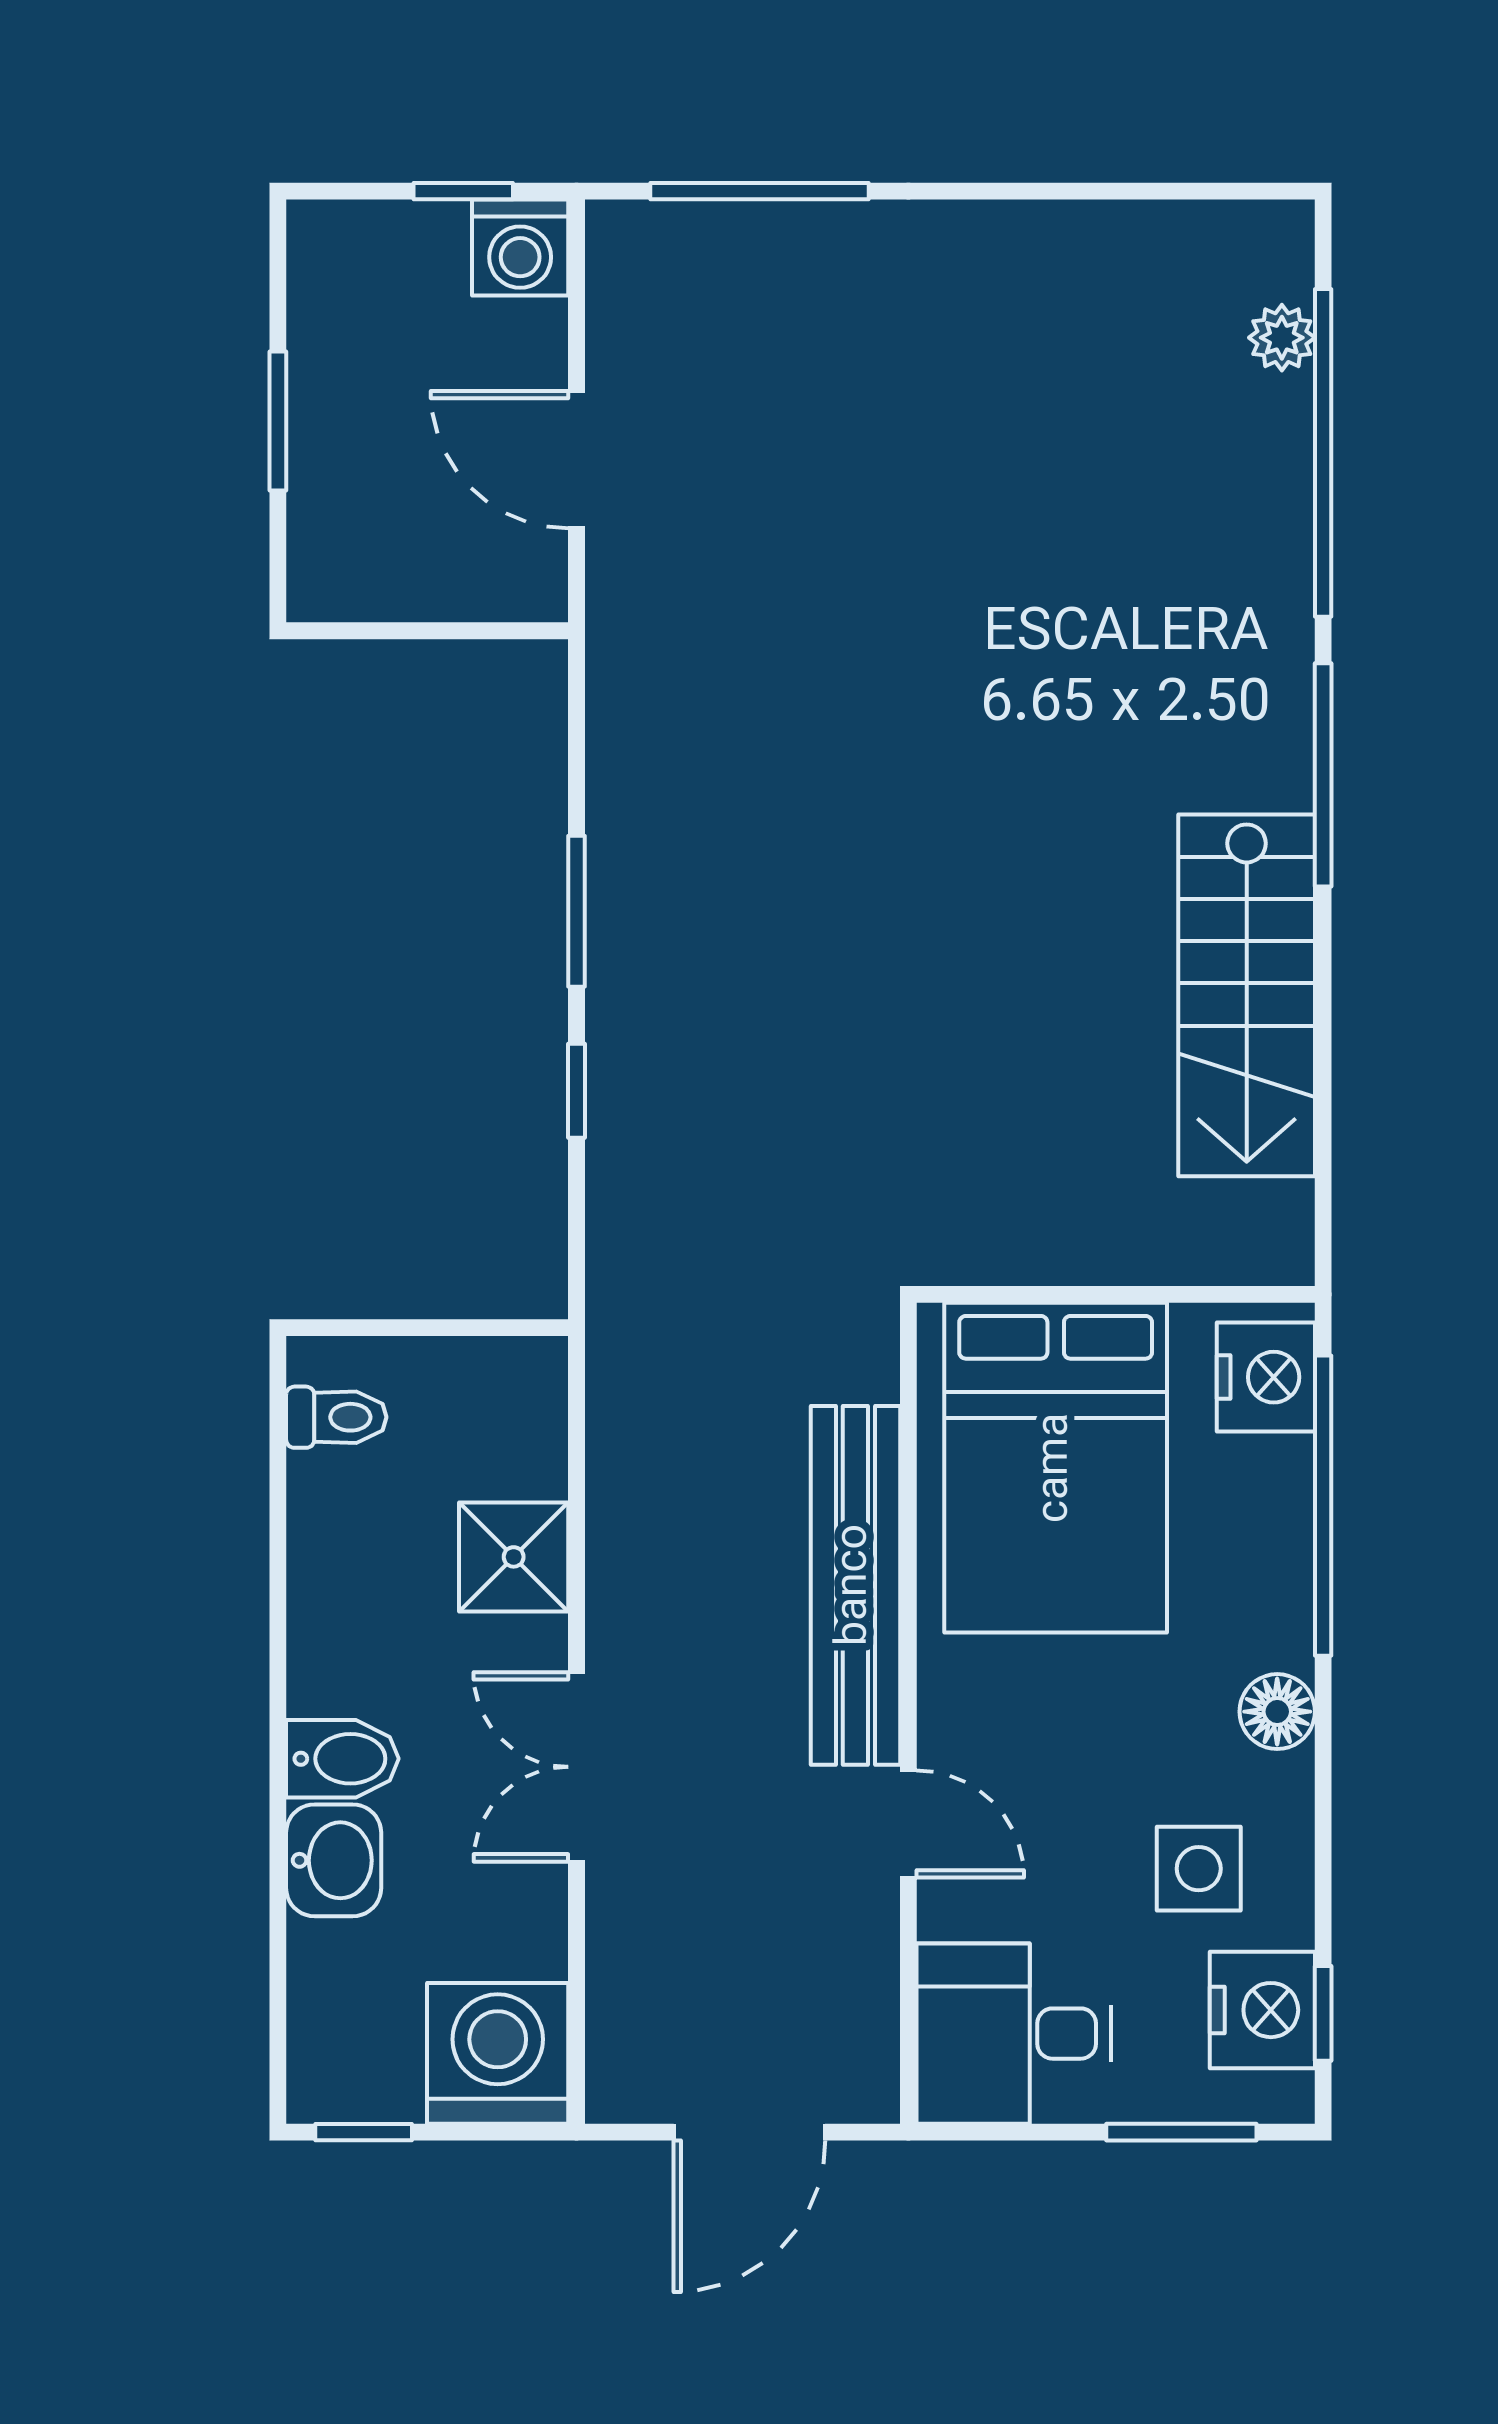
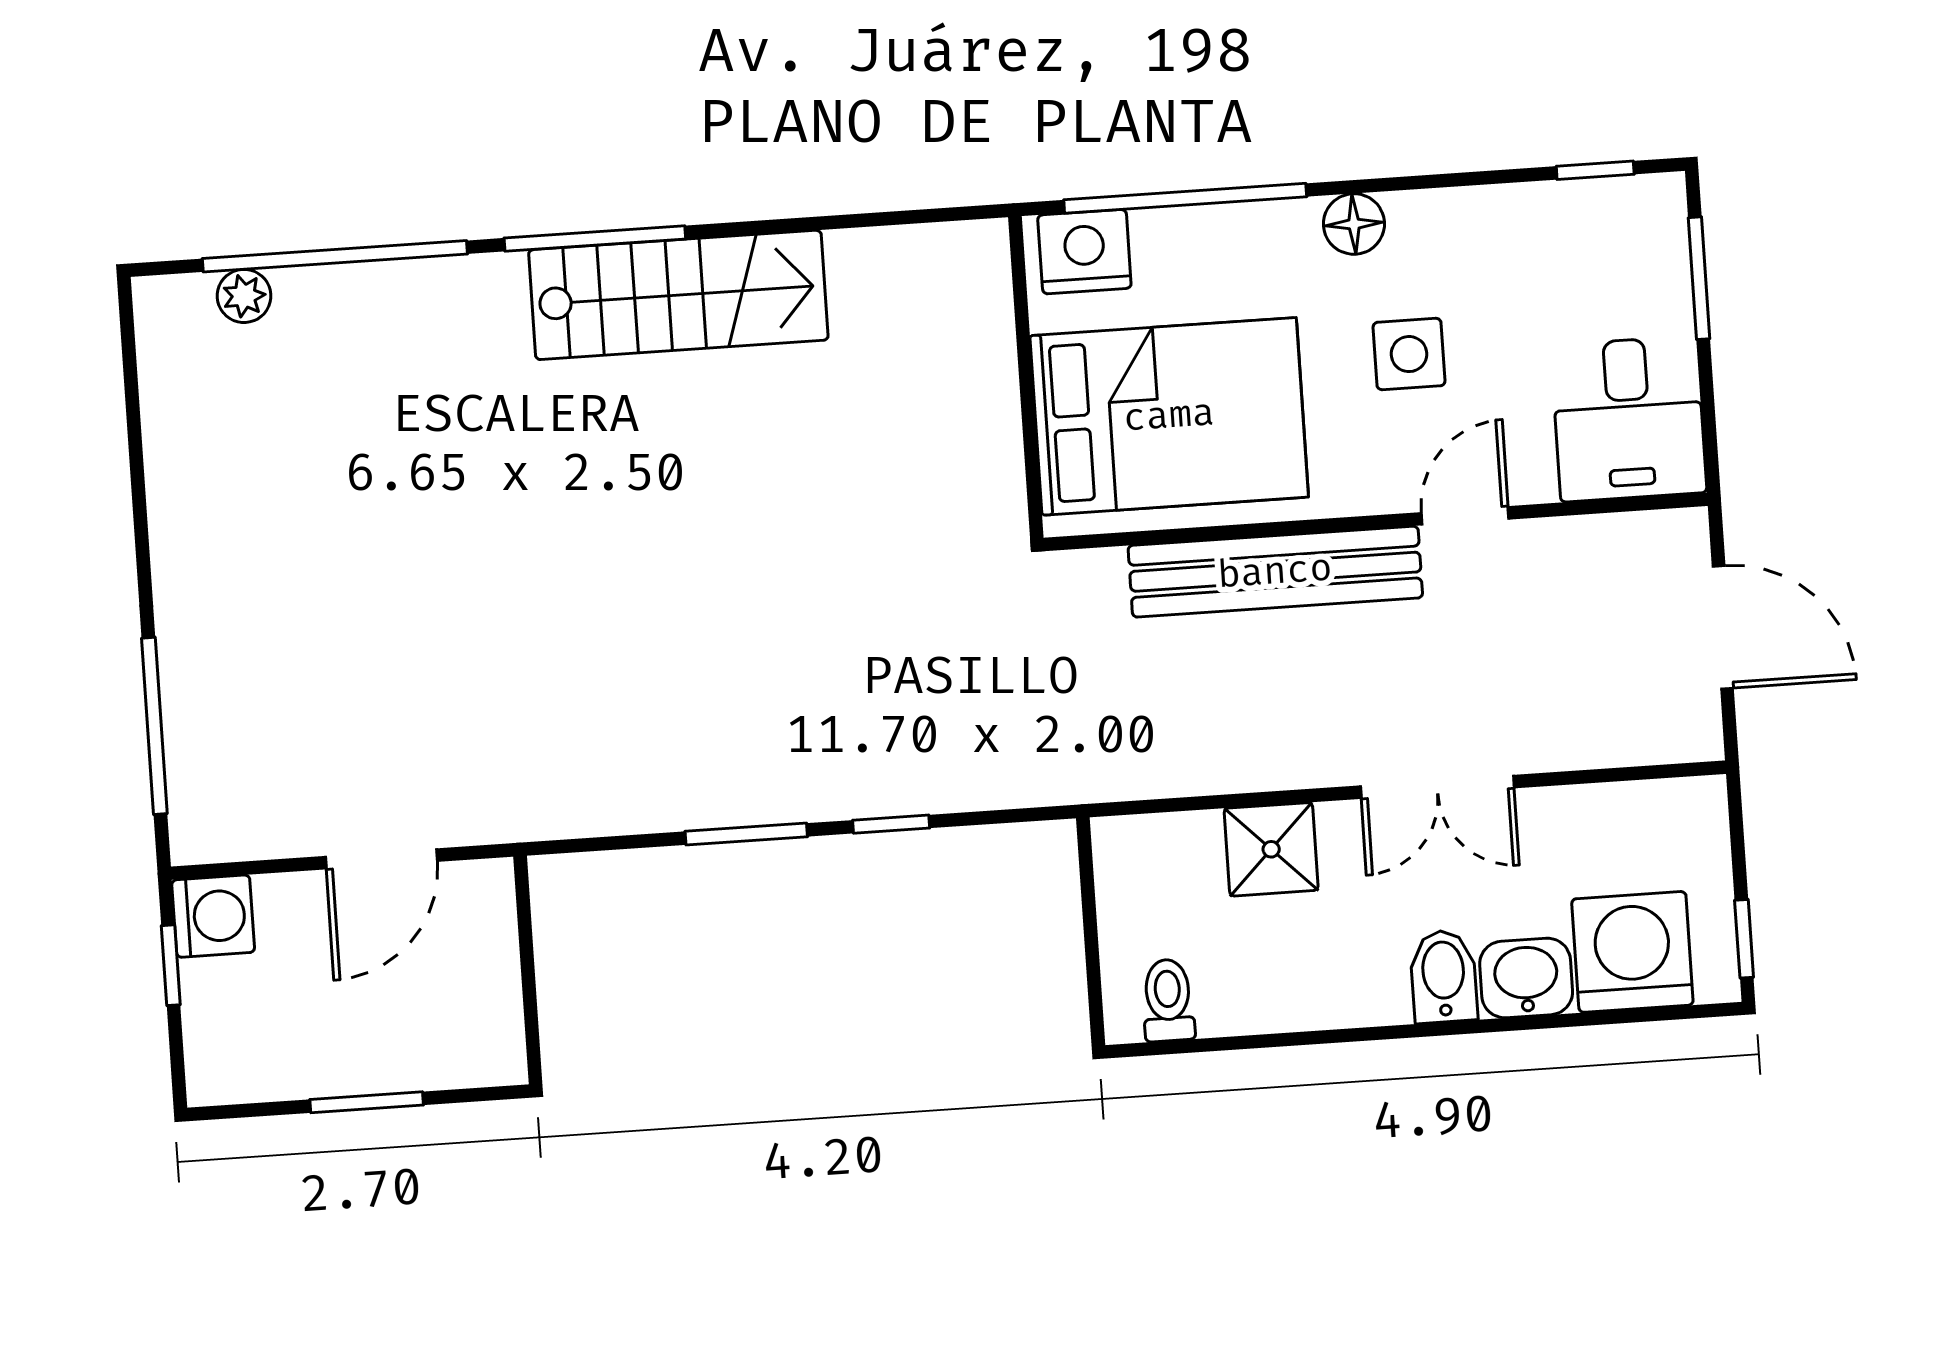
stairs: (1247, 995) -> (678, 295), moved
side table: (1199, 1869) -> (1409, 354), moved
nightstand: (1262, 2010) -> (1596, 220), removed
washing machine: (498, 2053) -> (1632, 952), moved, turned 90

